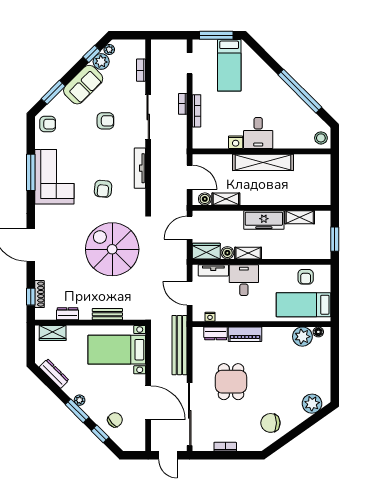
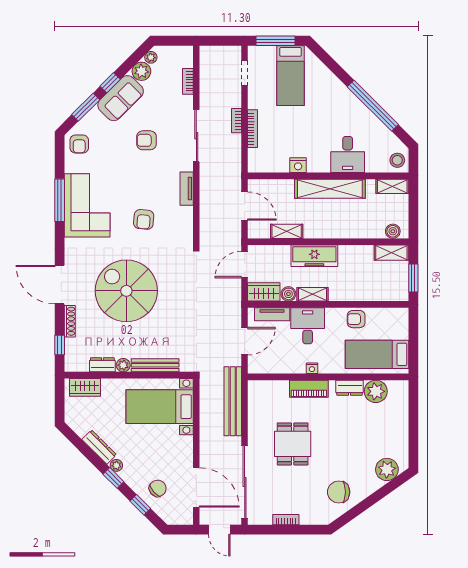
window: (92, 54) -> (110, 83), moved
armchair: (105, 121) -> (146, 140), turned 180
armchair: (48, 124) -> (79, 144), turned 90
desk: (258, 133) -> (348, 154), moved
shelving: (317, 160) -> (392, 186), added
tv unit: (140, 168) -> (187, 189), width x0.71
boiler: (205, 199) -> (393, 231), moved
shelving: (300, 217) -> (391, 253), moved
freezer: (264, 220) -> (314, 256), moved
spiral stairs: (112, 249) -> (126, 291), moved
armchair: (306, 277) -> (356, 319), moved, turned 90
door: (190, 293) -> (245, 341), swing flipped
shoe rack: (40, 294) -> (70, 321), moved
plant: (85, 314) -> (123, 365), added
bench: (107, 314) -> (155, 365), width x1.36
nightstand: (210, 317) -> (312, 368), moved
floor lamp: (318, 332) -> (394, 386), removed
dresser: (216, 333) -> (350, 388), moved
dresser: (54, 374) -> (99, 447), moved
door: (148, 403) -> (196, 487), moved
window: (77, 411) -> (113, 478), width x0.67

